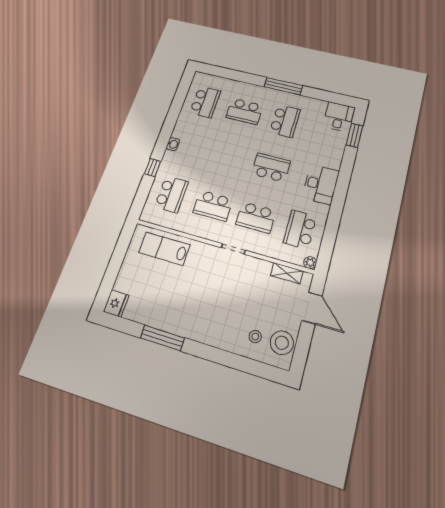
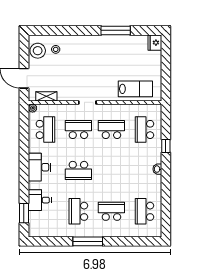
desk: (339, 117) -> (40, 200), moved, turned 90

